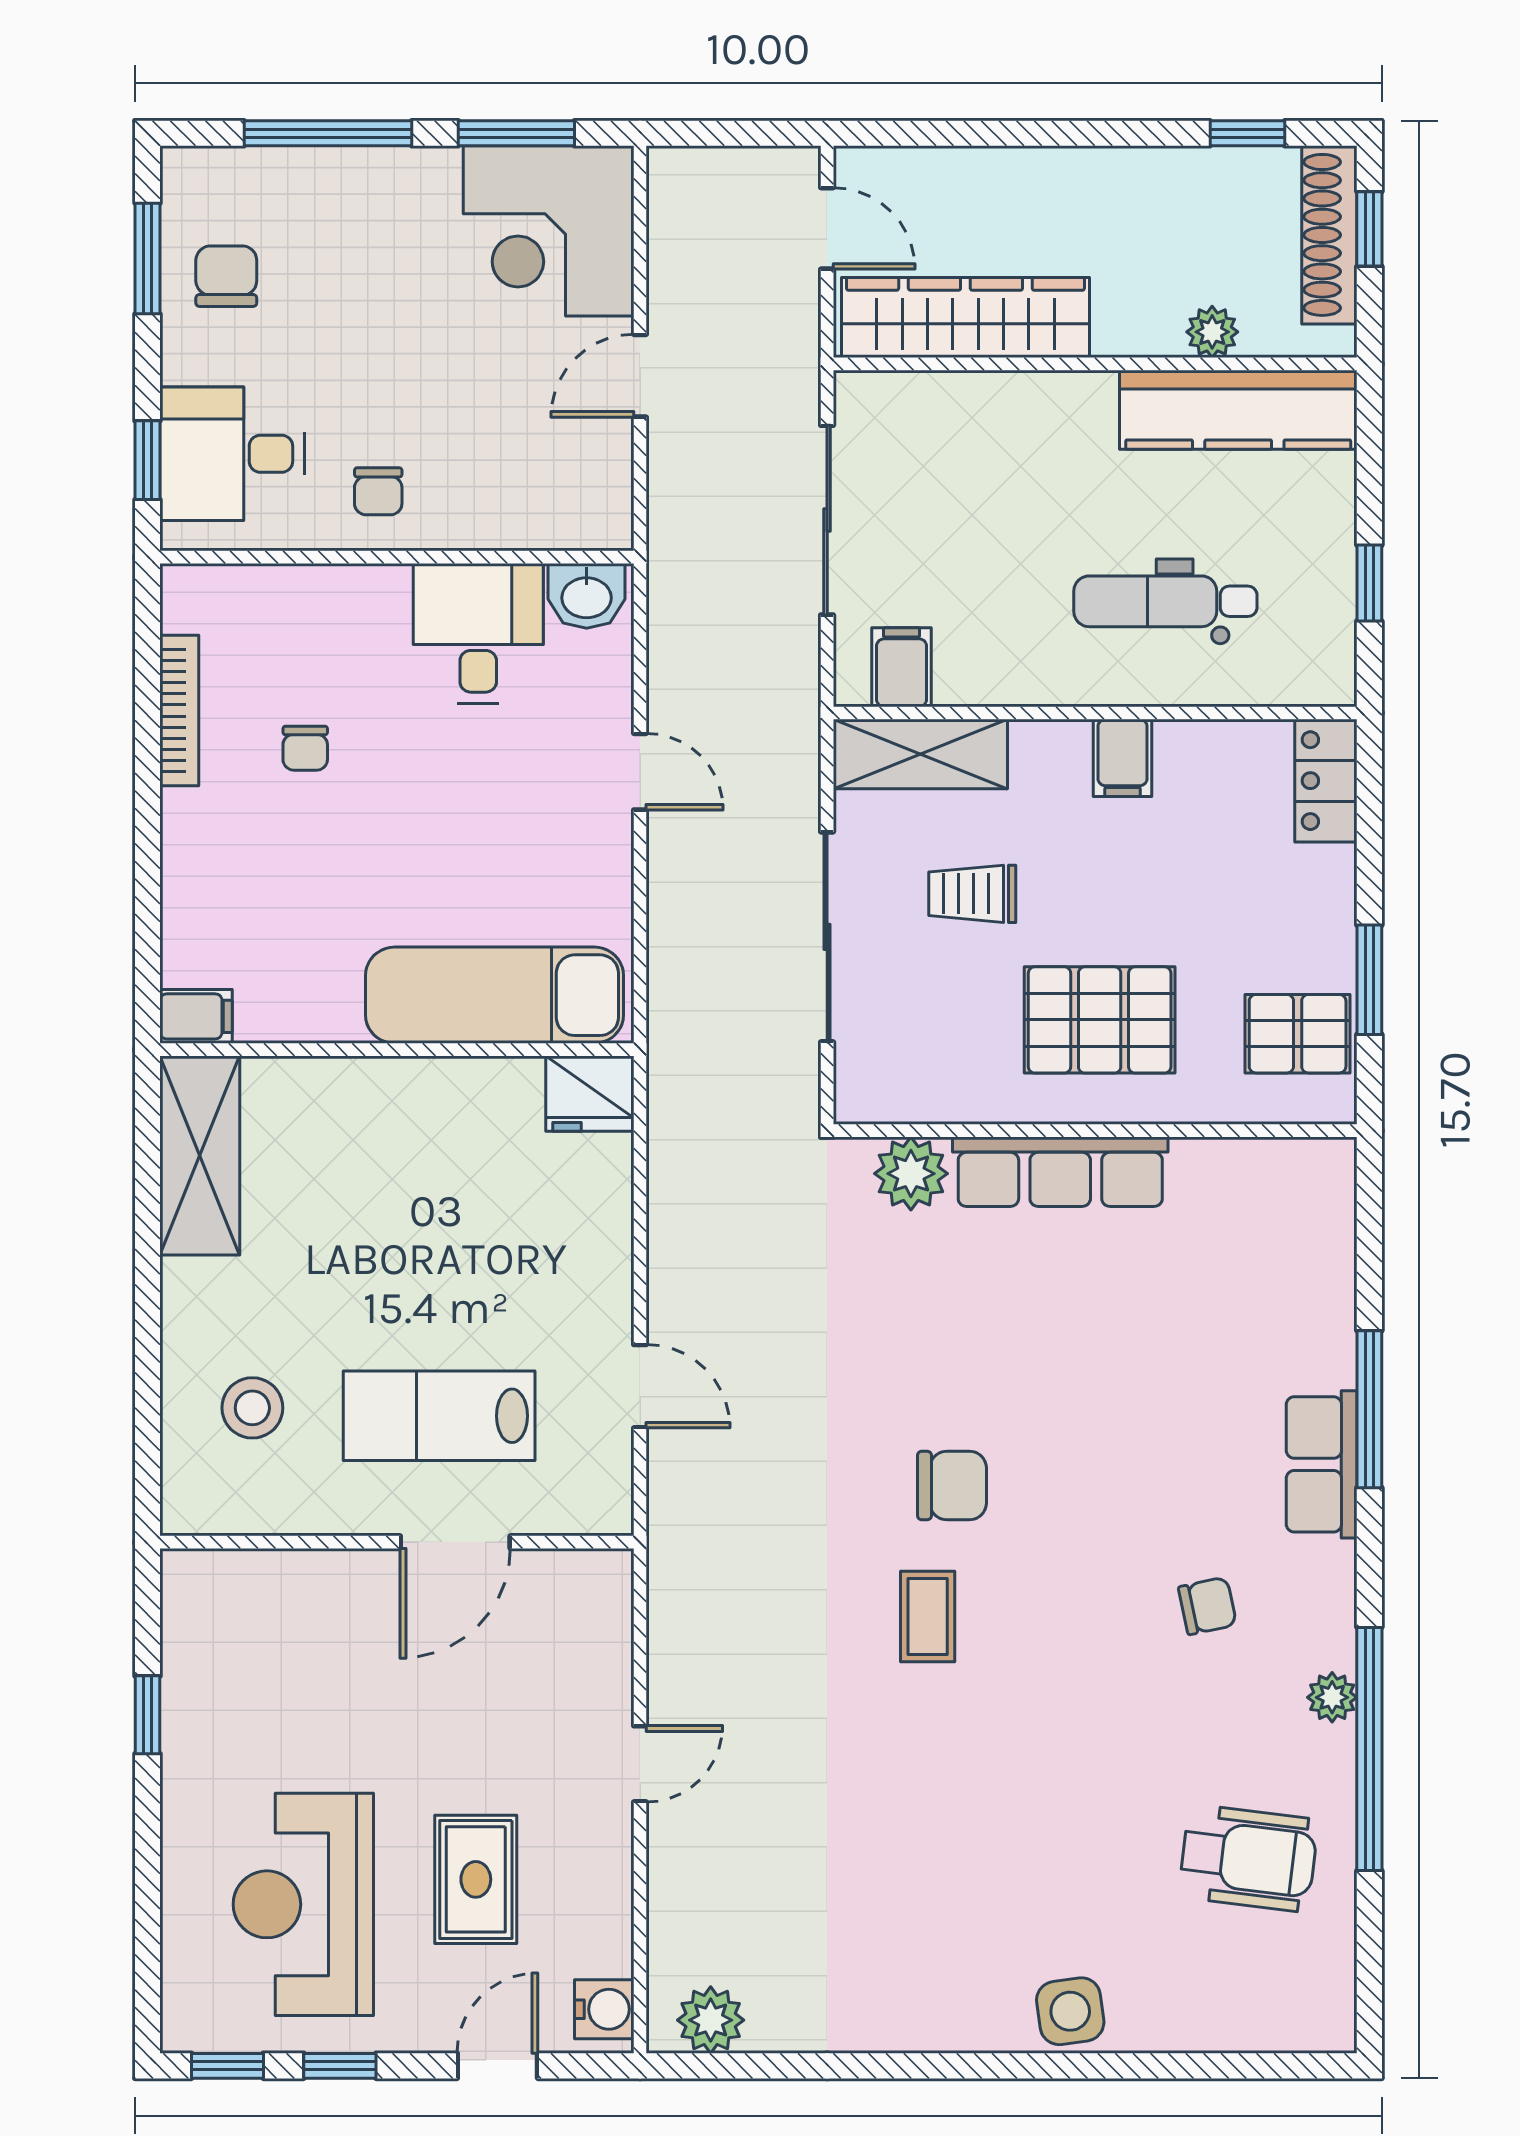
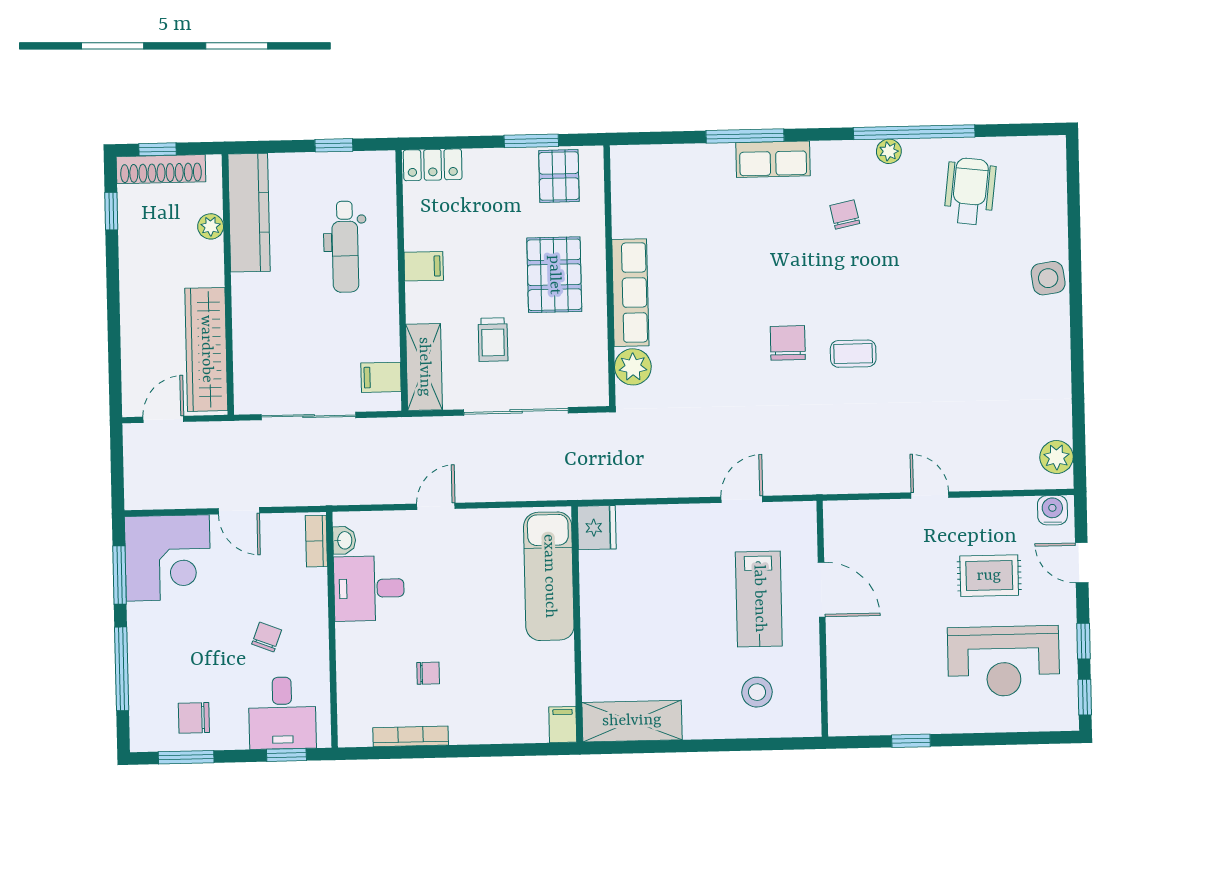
chair: (378, 491) -> (267, 637), moved, turned -69
bookcase: (576, 530) -> (316, 541), added
washbasin: (587, 596) -> (344, 540), width x0.72, depth x0.69

